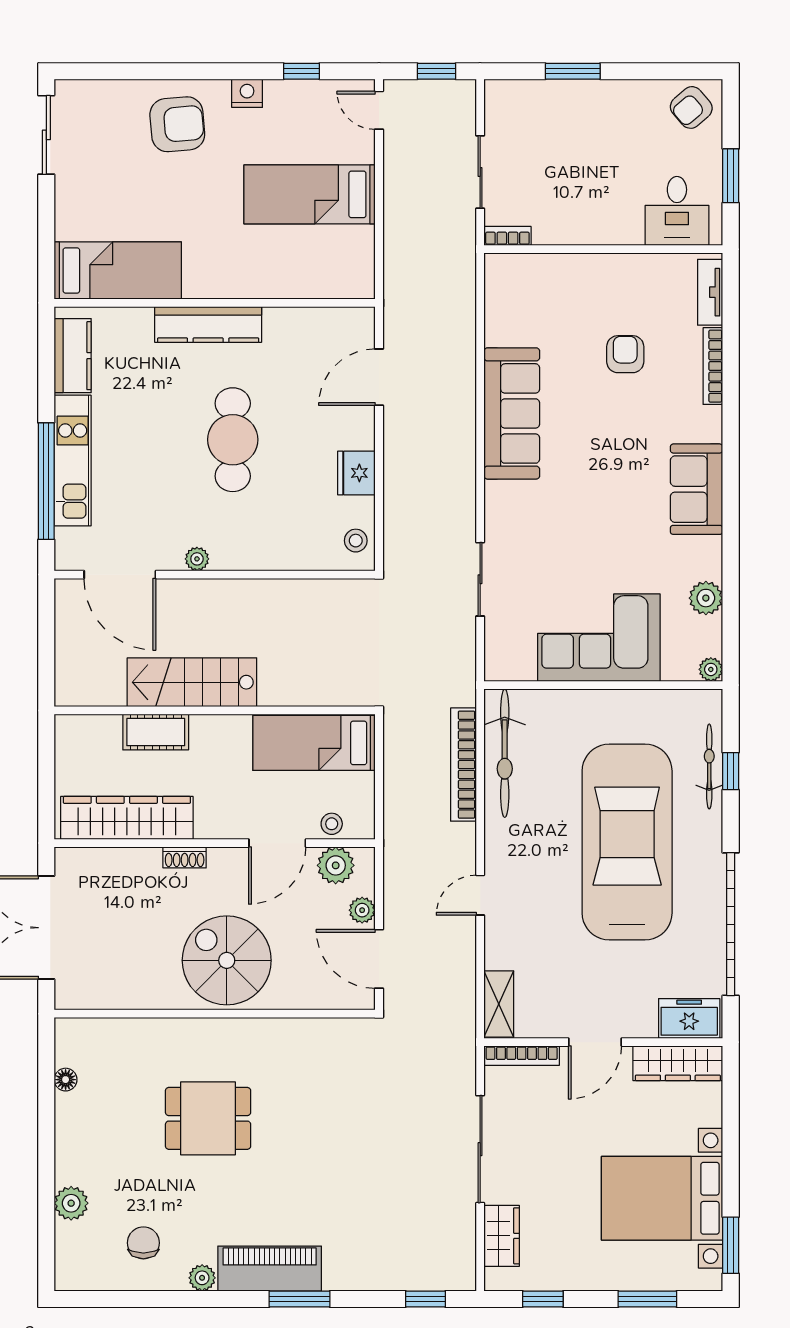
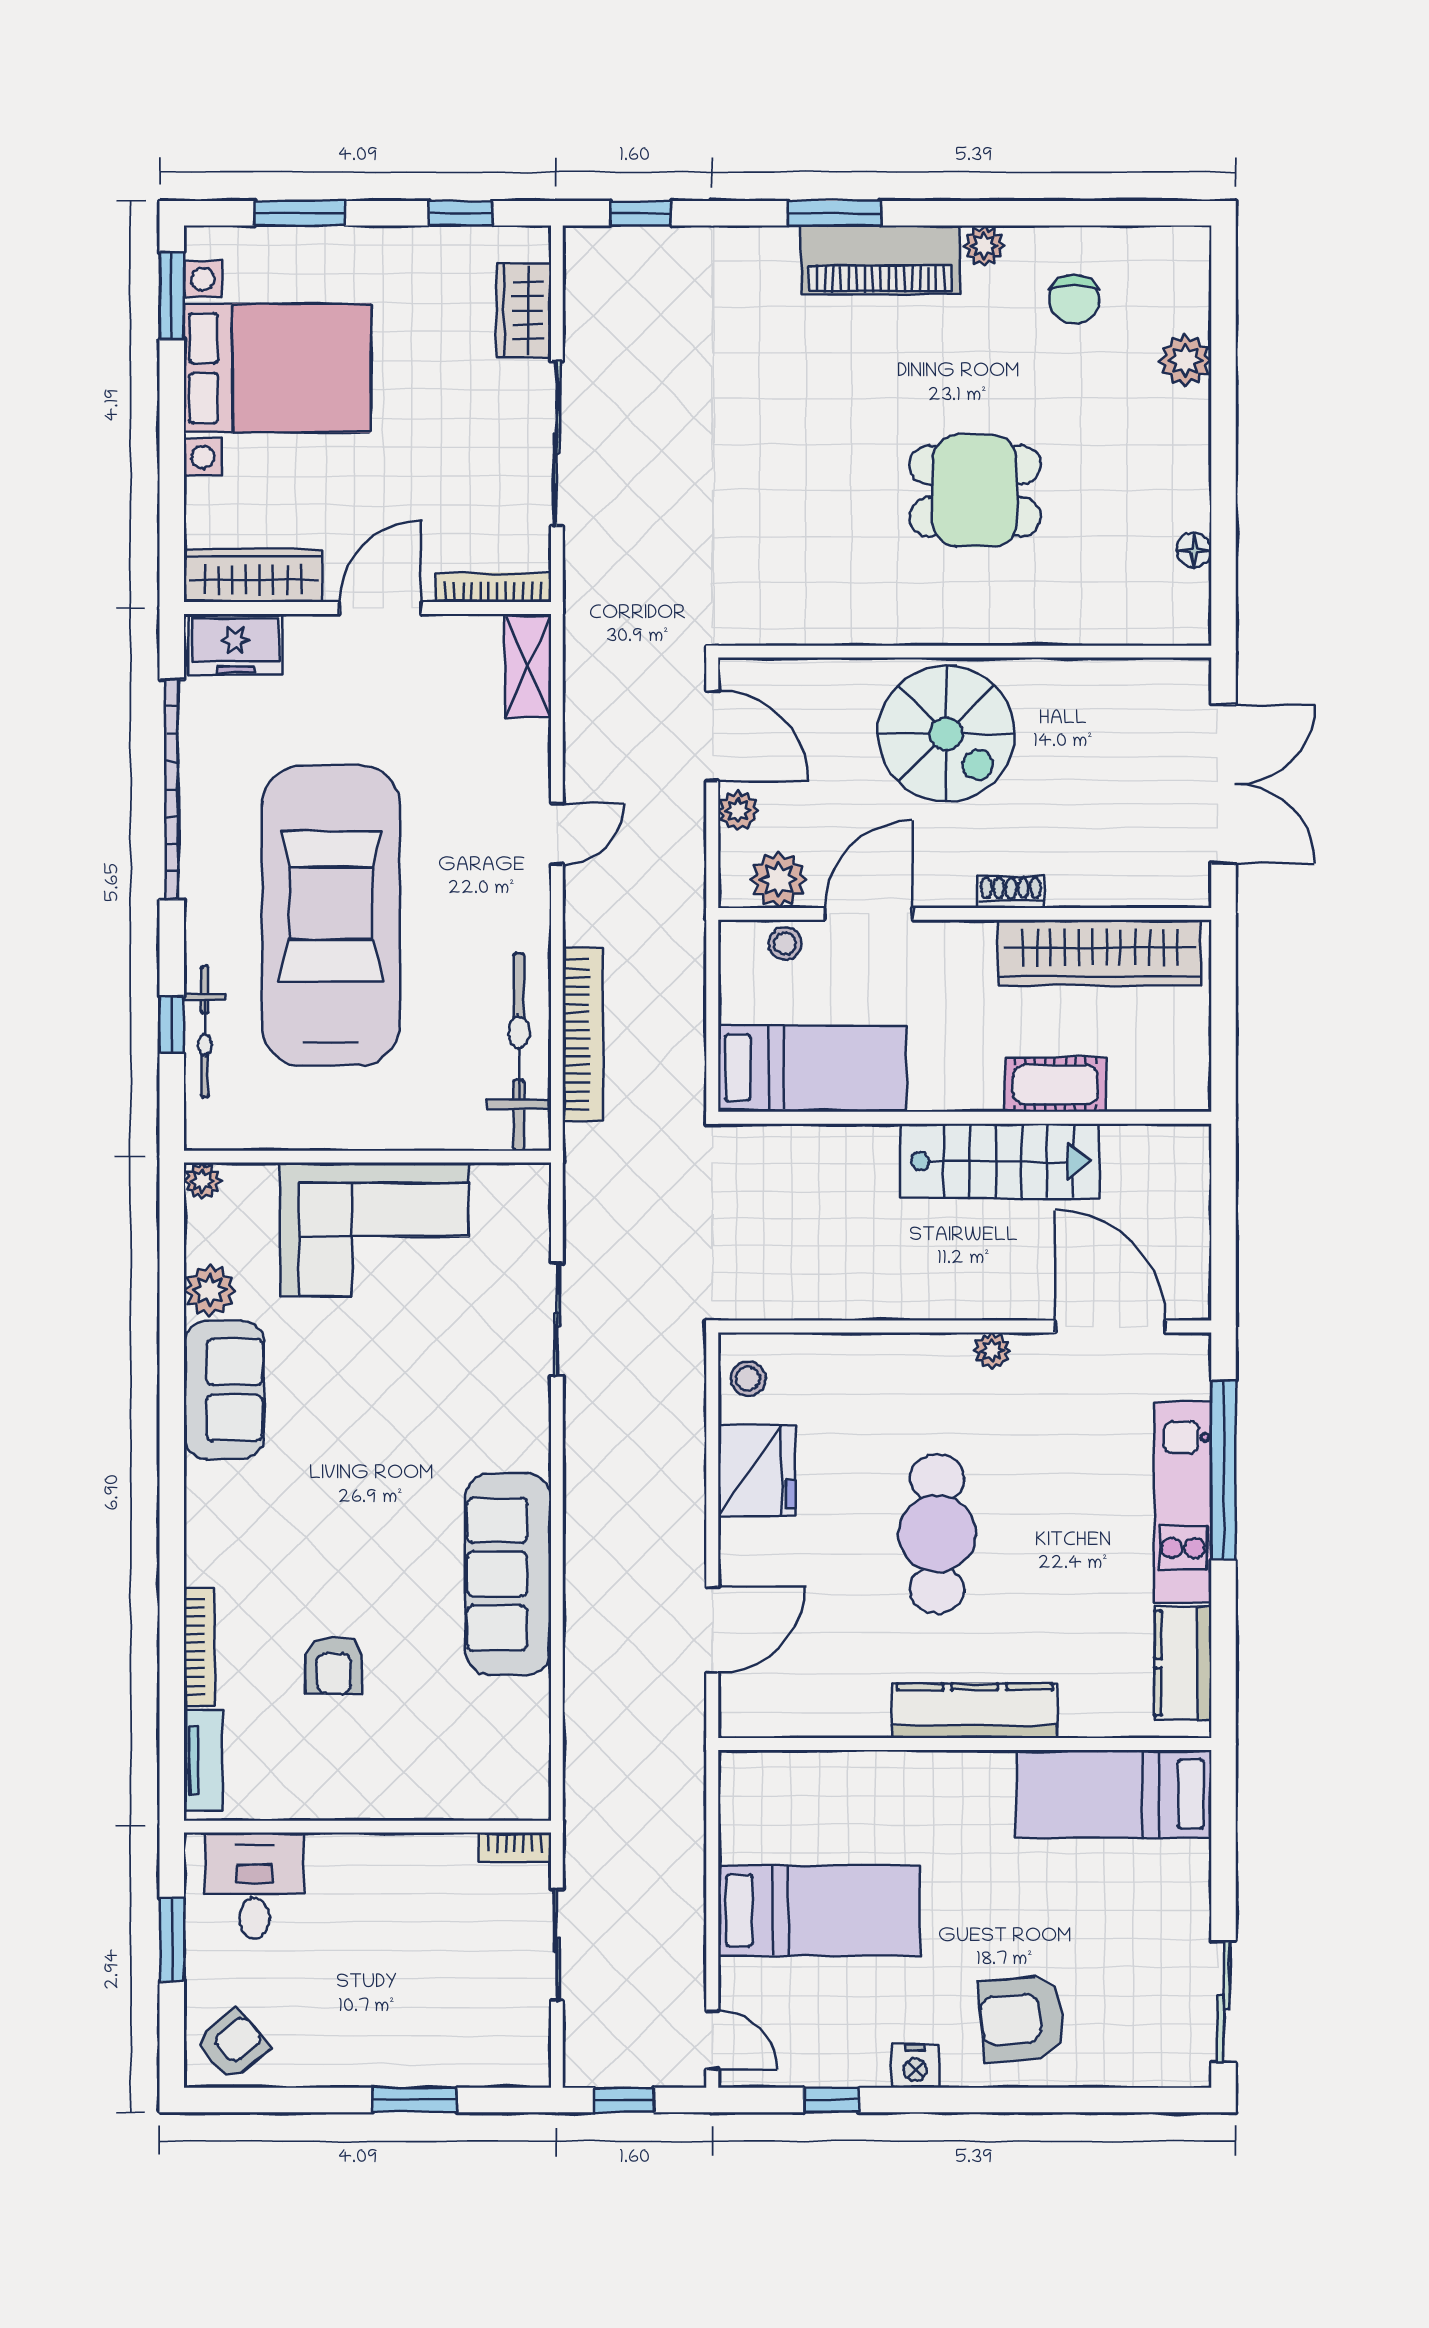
fridge: (356, 473) -> (757, 1471), width x1.36, depth x1.34
sofa: (697, 489) -> (224, 1390), moved
car: (627, 842) -> (331, 916), turned 180

